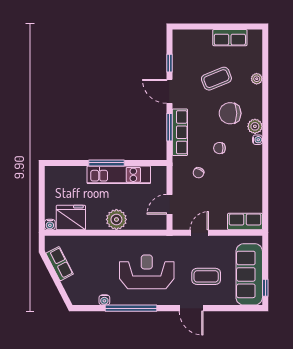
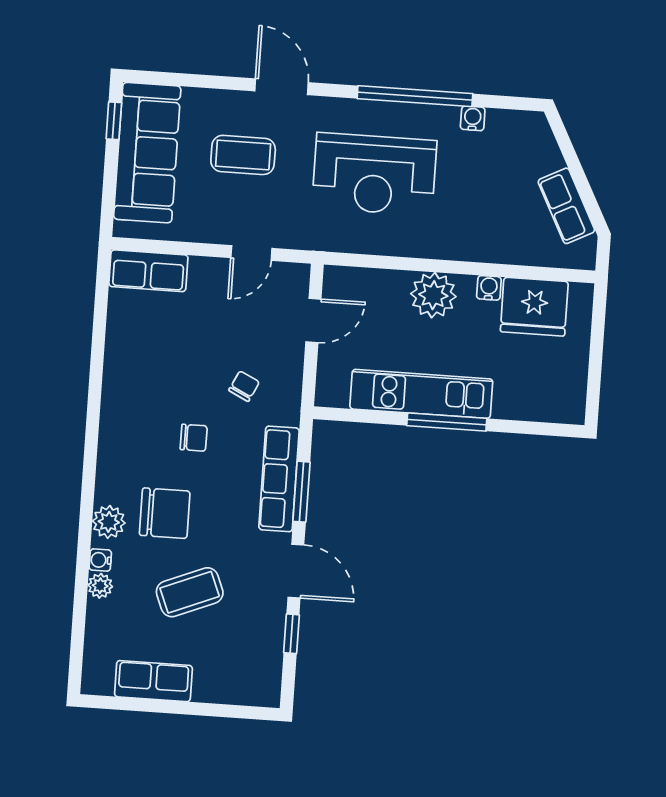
plant: (255, 126) -> (109, 522), moved
water cooler: (258, 140) -> (100, 560), moved
water cooler: (50, 224) -> (489, 288), moved

